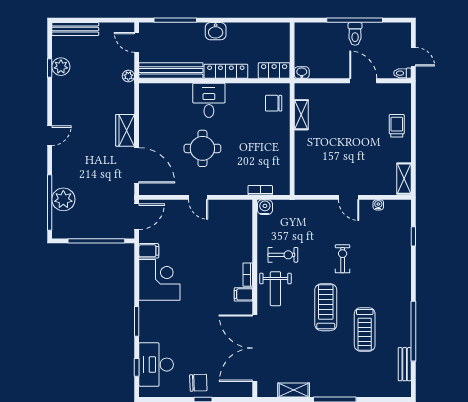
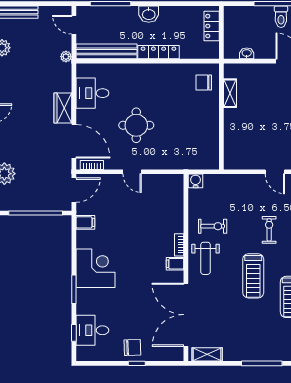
locker: (274, 71) -> (212, 26), moved, turned -90
washbasin: (302, 73) -> (247, 53), moved
desk: (209, 100) -> (92, 93), moved, turned -90
bookcase: (260, 190) -> (92, 165), moved
corner desk: (159, 280) -> (95, 268), moved
treadmill: (326, 307) -> (253, 276), turned 180
desk: (156, 365) -> (92, 330), width x0.73
shelving: (294, 390) -> (207, 354), moved

